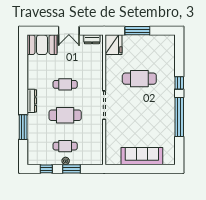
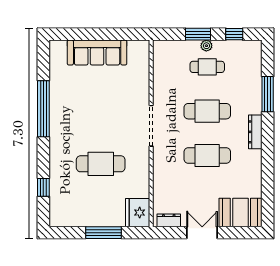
window: (179, 83) -> (43, 187), moved
cafe table: (65, 84) -> (207, 156), width x1.37, depth x1.35

